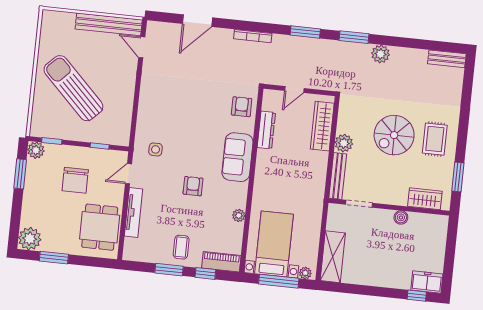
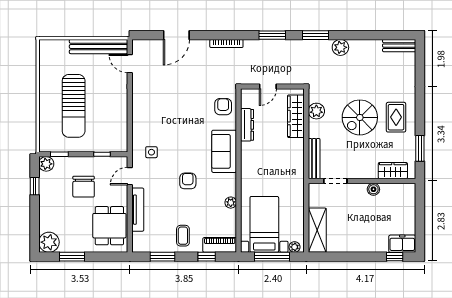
sun lounger: (73, 88) -> (74, 106), turned -135
plant: (344, 143) -> (316, 111), moved
window: (20, 174) -> (35, 186), width x0.67
window: (169, 270) -> (163, 257), moved

